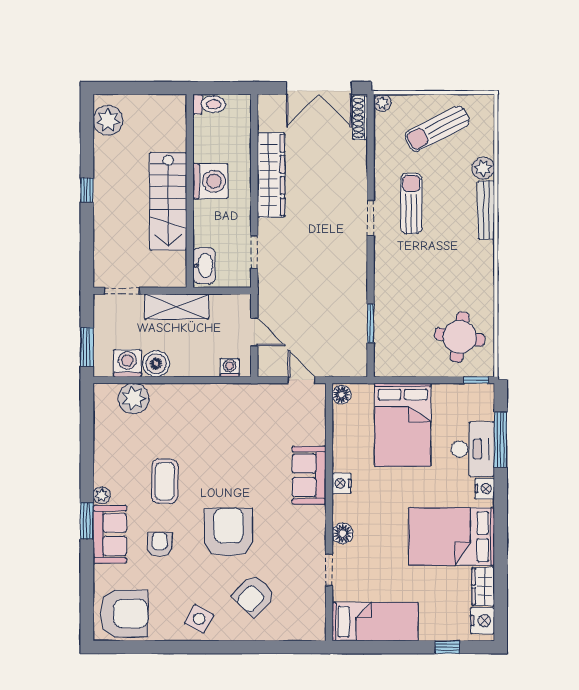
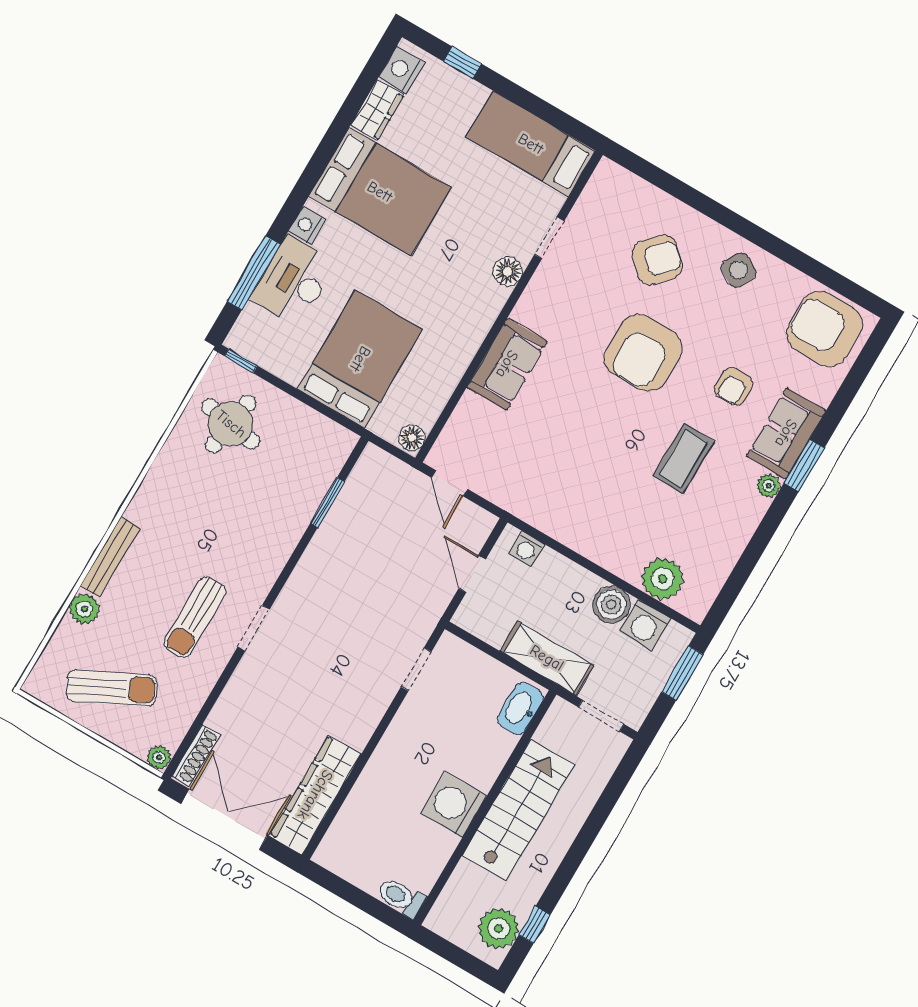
toilet: (209, 104) -> (401, 897), moved
wardrobe: (271, 175) -> (315, 795), moved
washing machine: (210, 181) -> (454, 805), moved
window: (87, 190) -> (535, 925), moved
wall: (190, 191) -> (485, 808), moved
stairs: (168, 201) -> (518, 810), moved
washbasin: (204, 266) -> (520, 709), moved
nightstand: (342, 483) -> (474, 332), removed

